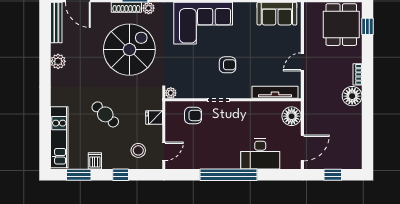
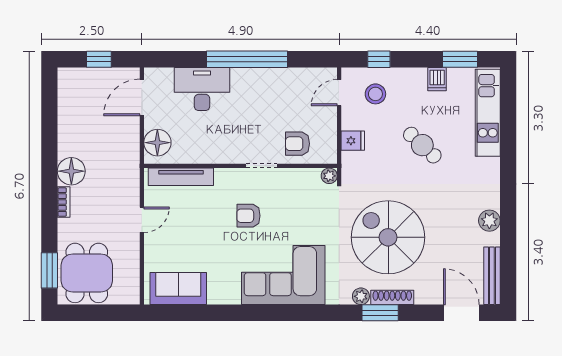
window: (367, 26) -> (49, 270), width x1.50
spiral stairs: (129, 50) -> (388, 237), turned 90
window: (121, 175) -> (379, 59), moved

